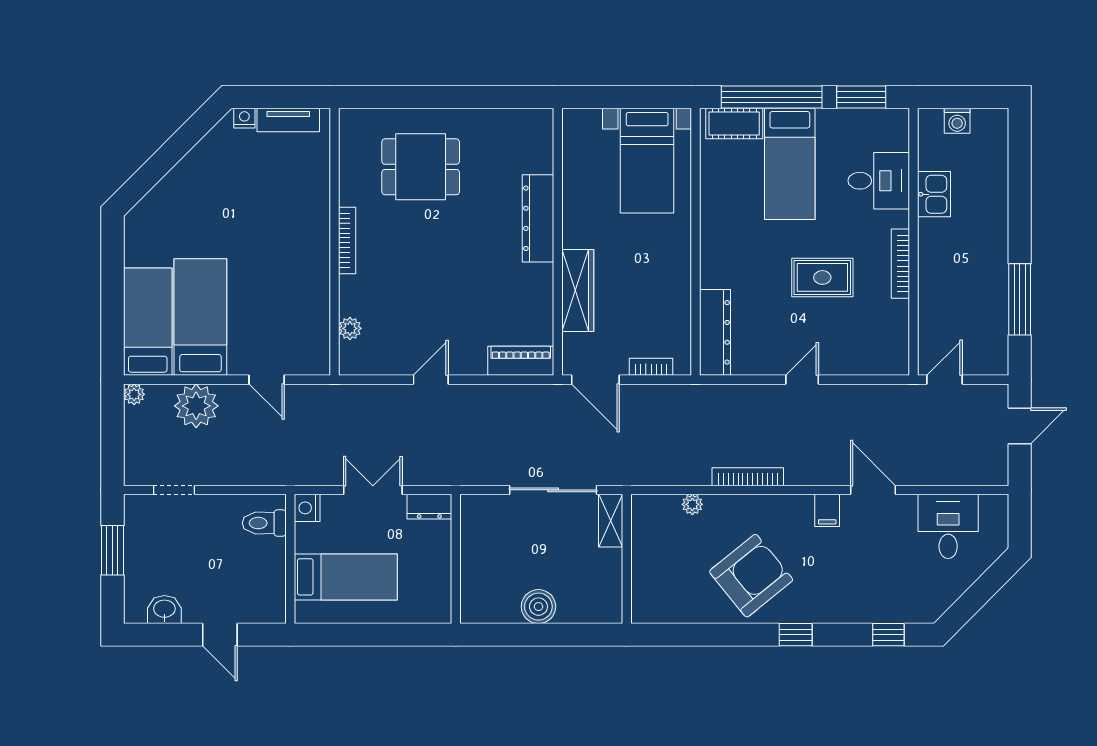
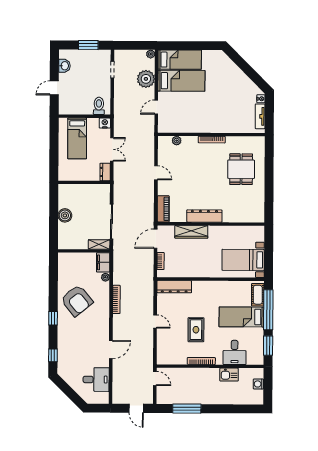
dresser: (538, 218) -> (204, 216), moved
filing cabinet: (827, 510) -> (103, 262), moved, width x2.00

